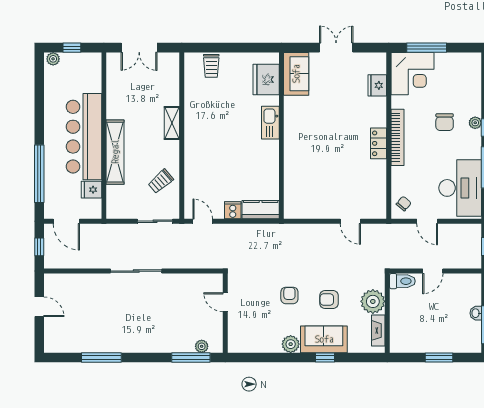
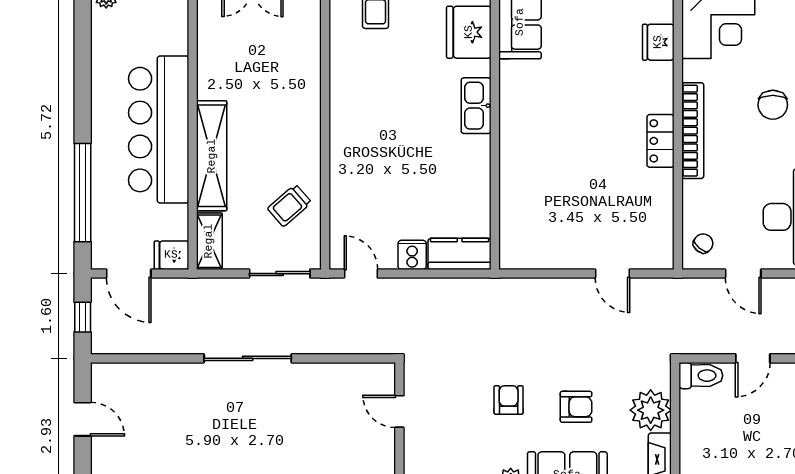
shelving: (172, 123) -> (209, 241), moved
fridge: (91, 190) -> (171, 255), moved
armchair: (329, 299) -> (576, 407), turned 180

